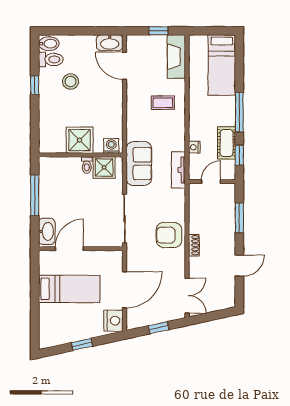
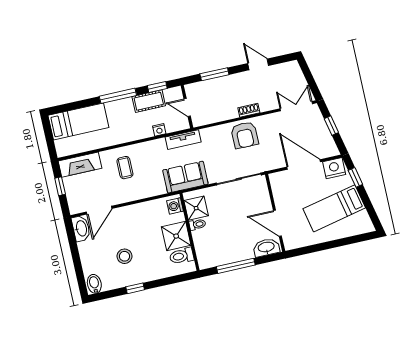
toilet: (51, 59) -> (182, 256), moved, turned -90
bed: (69, 289) -> (334, 208), moved, turned -102
window: (82, 344) -> (355, 177), moved

